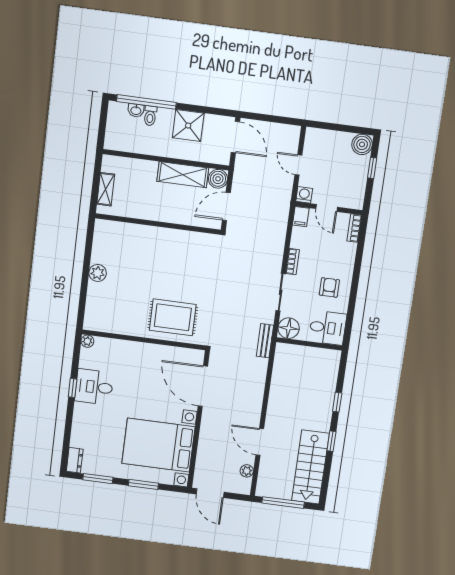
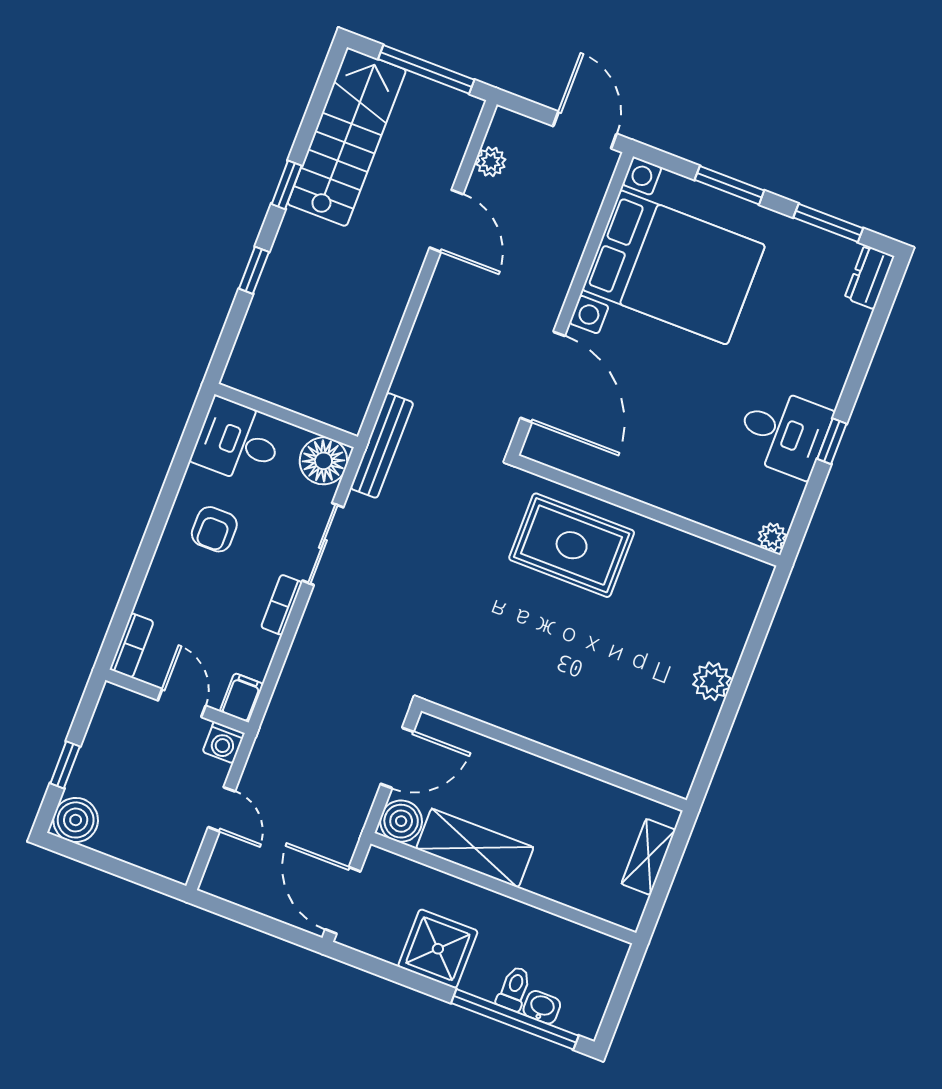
bench: (265, 341) -> (382, 445), width x1.36

